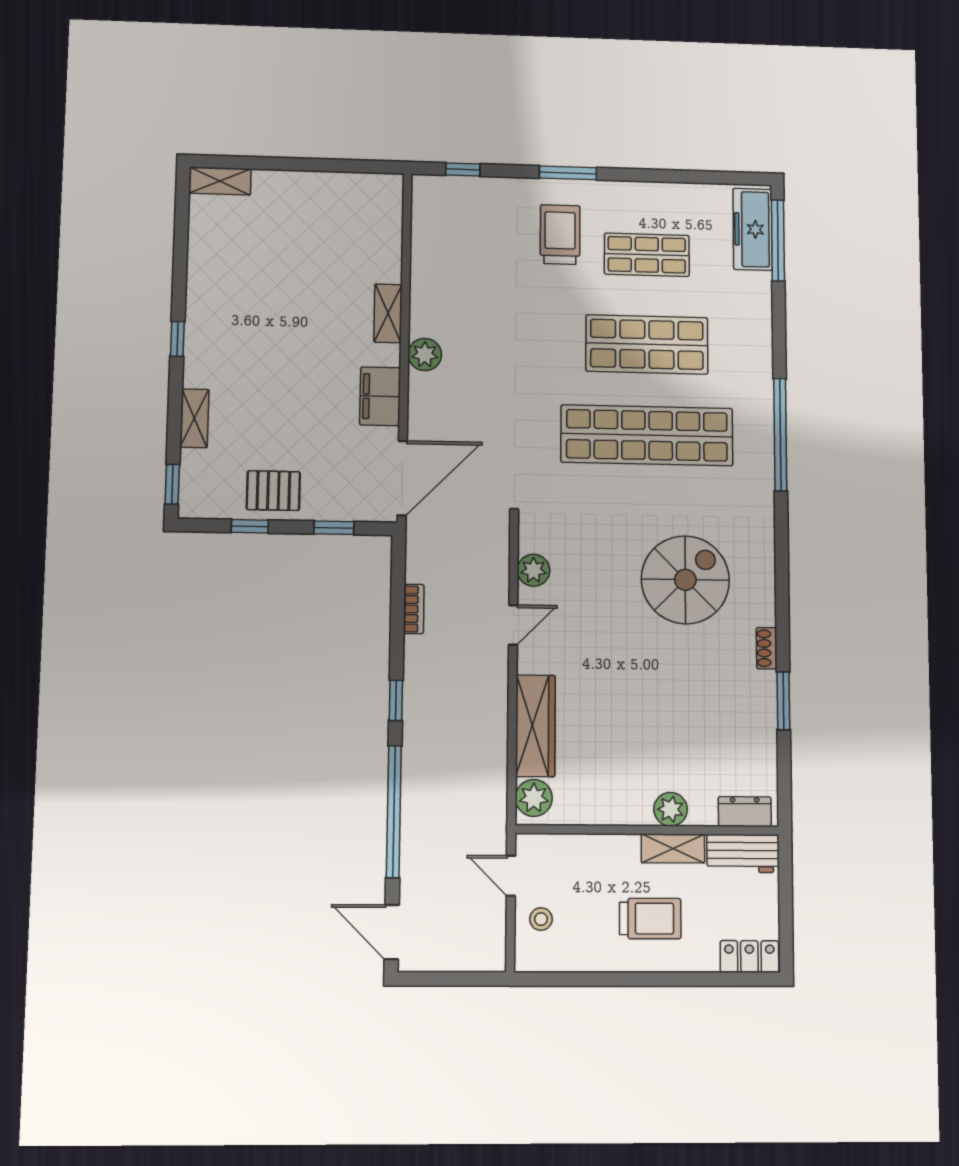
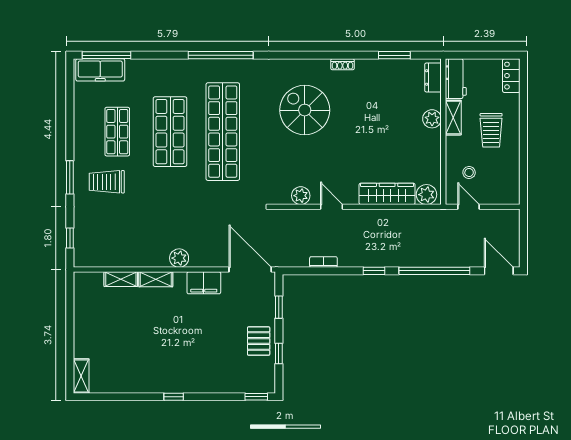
shelving: (194, 418) -> (121, 279), moved
window: (783, 701) -> (394, 55), moved
door: (511, 876) -> (468, 207), swing flipped
stool: (541, 919) -> (469, 172), moved
trolley: (650, 919) -> (491, 130), turned 180
door: (392, 932) -> (499, 271), swing flipped

